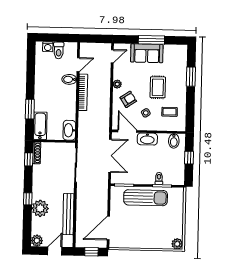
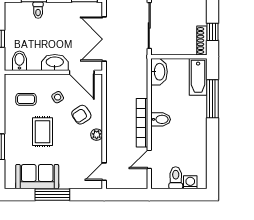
sofa: (147, 53) -> (37, 177), moved
bidet: (69, 79) -> (161, 119), moved
window: (30, 109) -> (212, 99), width x1.44

